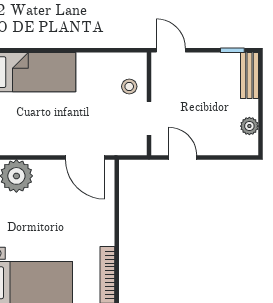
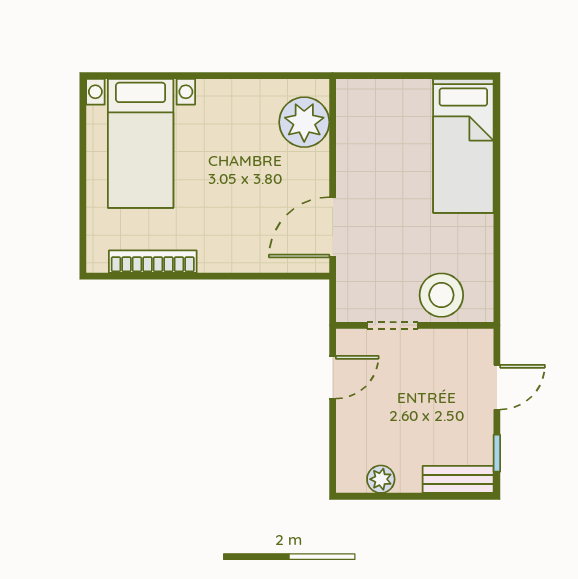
door: (171, 50) -> (497, 387), moved
stool: (129, 86) -> (441, 295), width x1.89, depth x1.89

